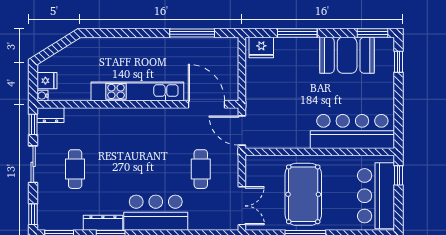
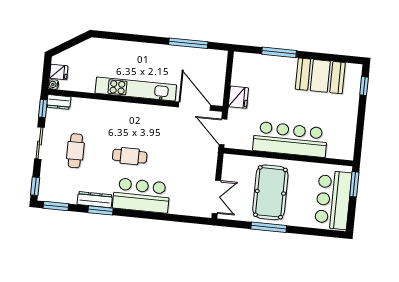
window: (373, 33) -> (344, 59), removed
fridge: (261, 48) -> (238, 97), moved, turned -90
bar counter: (352, 131) -> (290, 139), moved
cafe table: (201, 169) -> (130, 156), moved, turned 90
window: (398, 175) -> (354, 184), width x1.50

